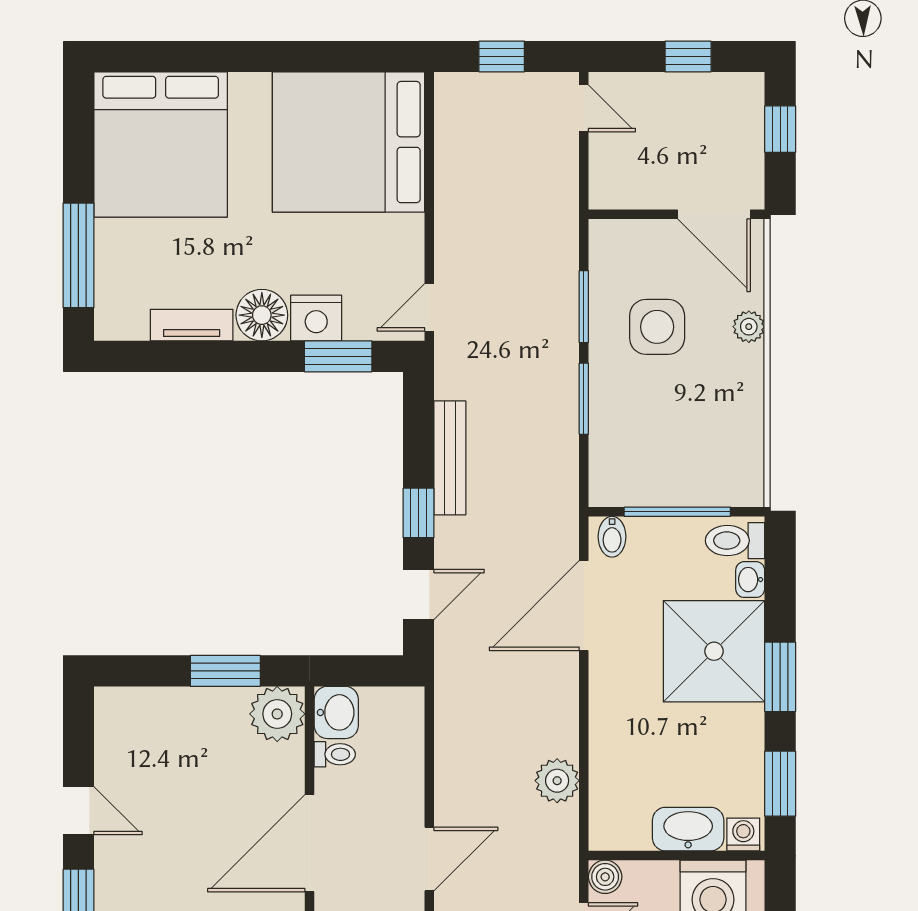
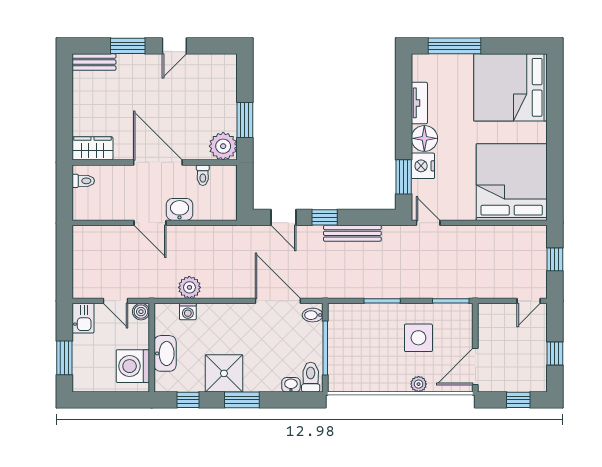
window: (584, 307) -> (451, 301), moved
shower: (714, 651) -> (224, 373), moved, width x0.73, depth x0.73
washbasin: (336, 712) -> (180, 209), moved, turned 180
window: (780, 784) -> (188, 400), width x0.67
washing machine: (743, 835) -> (188, 311), moved, turned 90

